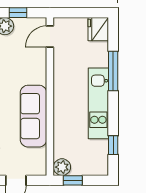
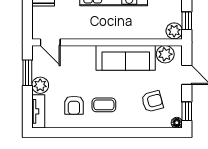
window: (18, 13) -> (27, 73), width x1.50
plant: (37, 158) -> (165, 54), added

